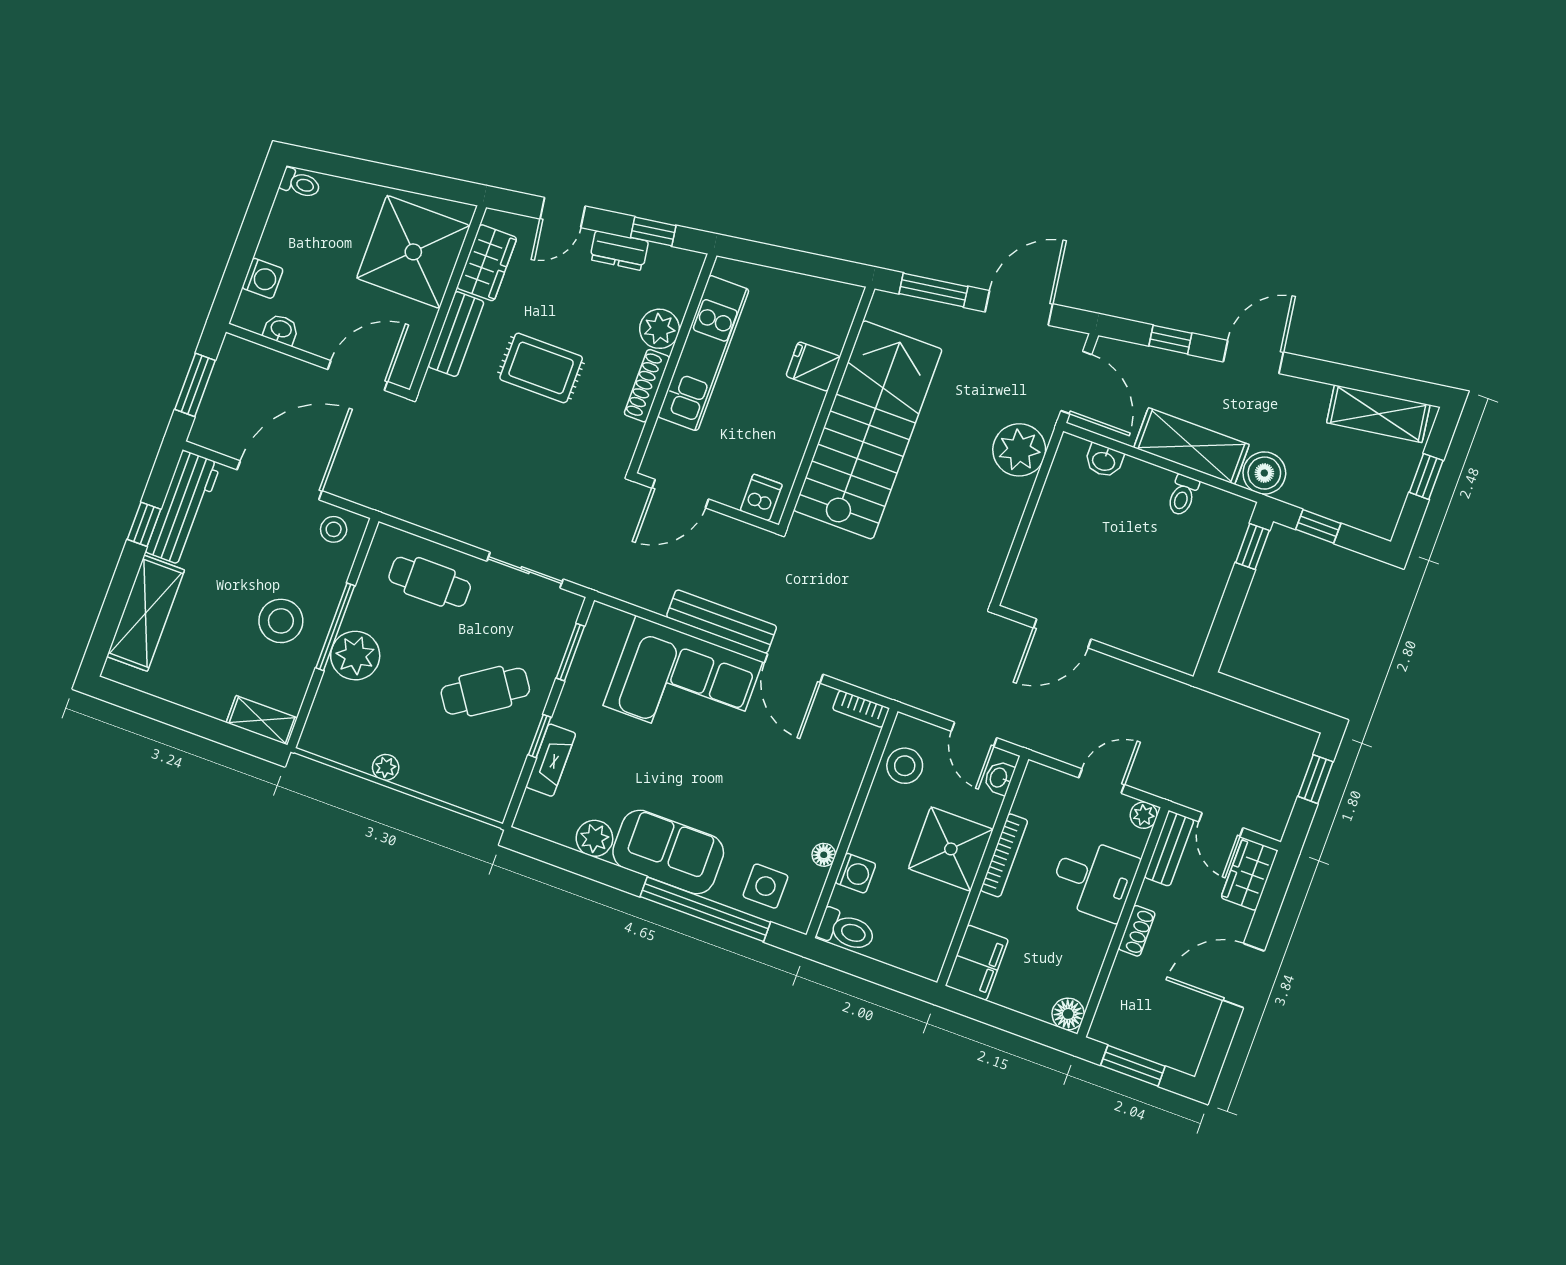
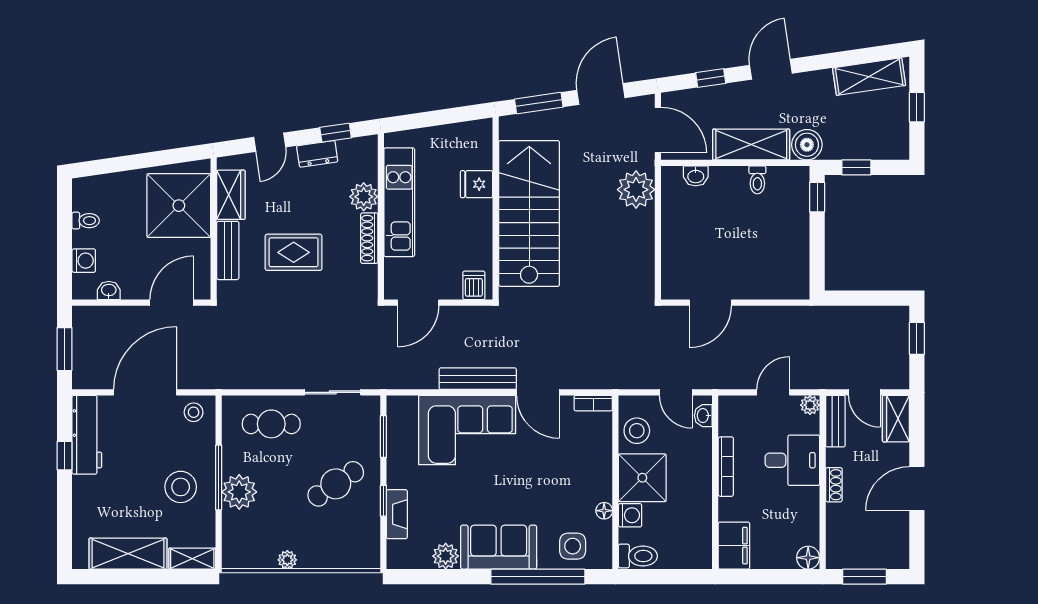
toilet: (300, 183) -> (86, 221), moved
shelving: (146, 613) -> (128, 554), moved, turned 90
shower: (951, 849) -> (642, 478), moved

